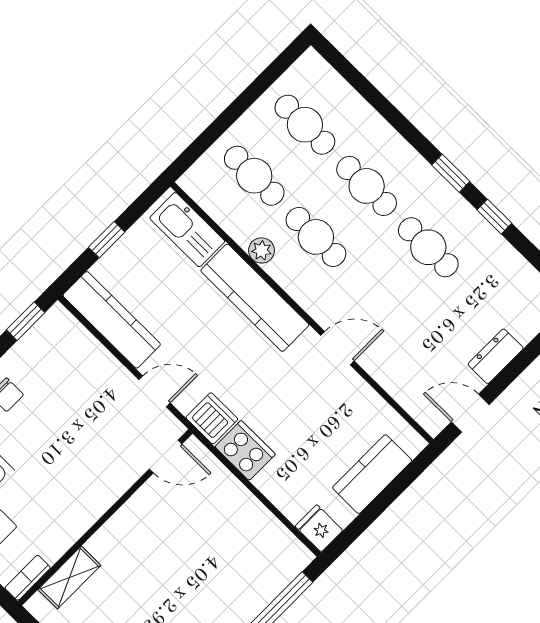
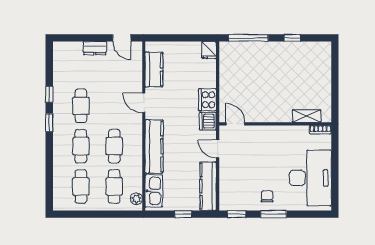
plant: (262, 250) -> (136, 199), moved
kitchen counter: (372, 474) -> (154, 69), moved, turned -90

